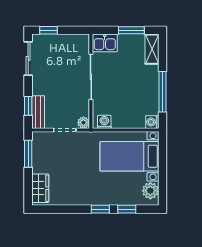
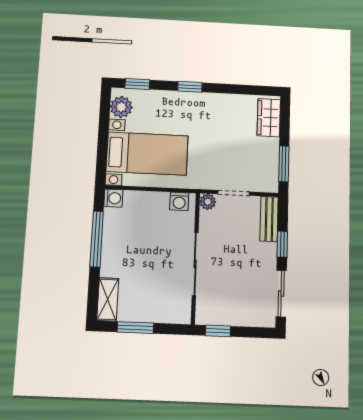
window: (49, 30) -> (218, 331), moved
kitchen sink: (105, 43) -> (174, 311), removed
window: (28, 106) -> (282, 244), moved
window: (127, 209) -> (137, 84), moved

